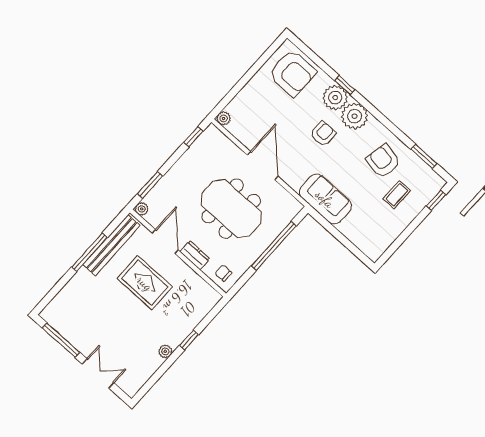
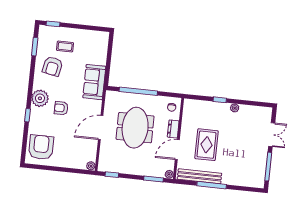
plant: (335, 98) -> (38, 115), removed
double door: (98, 373) -> (272, 135), swing flipped

